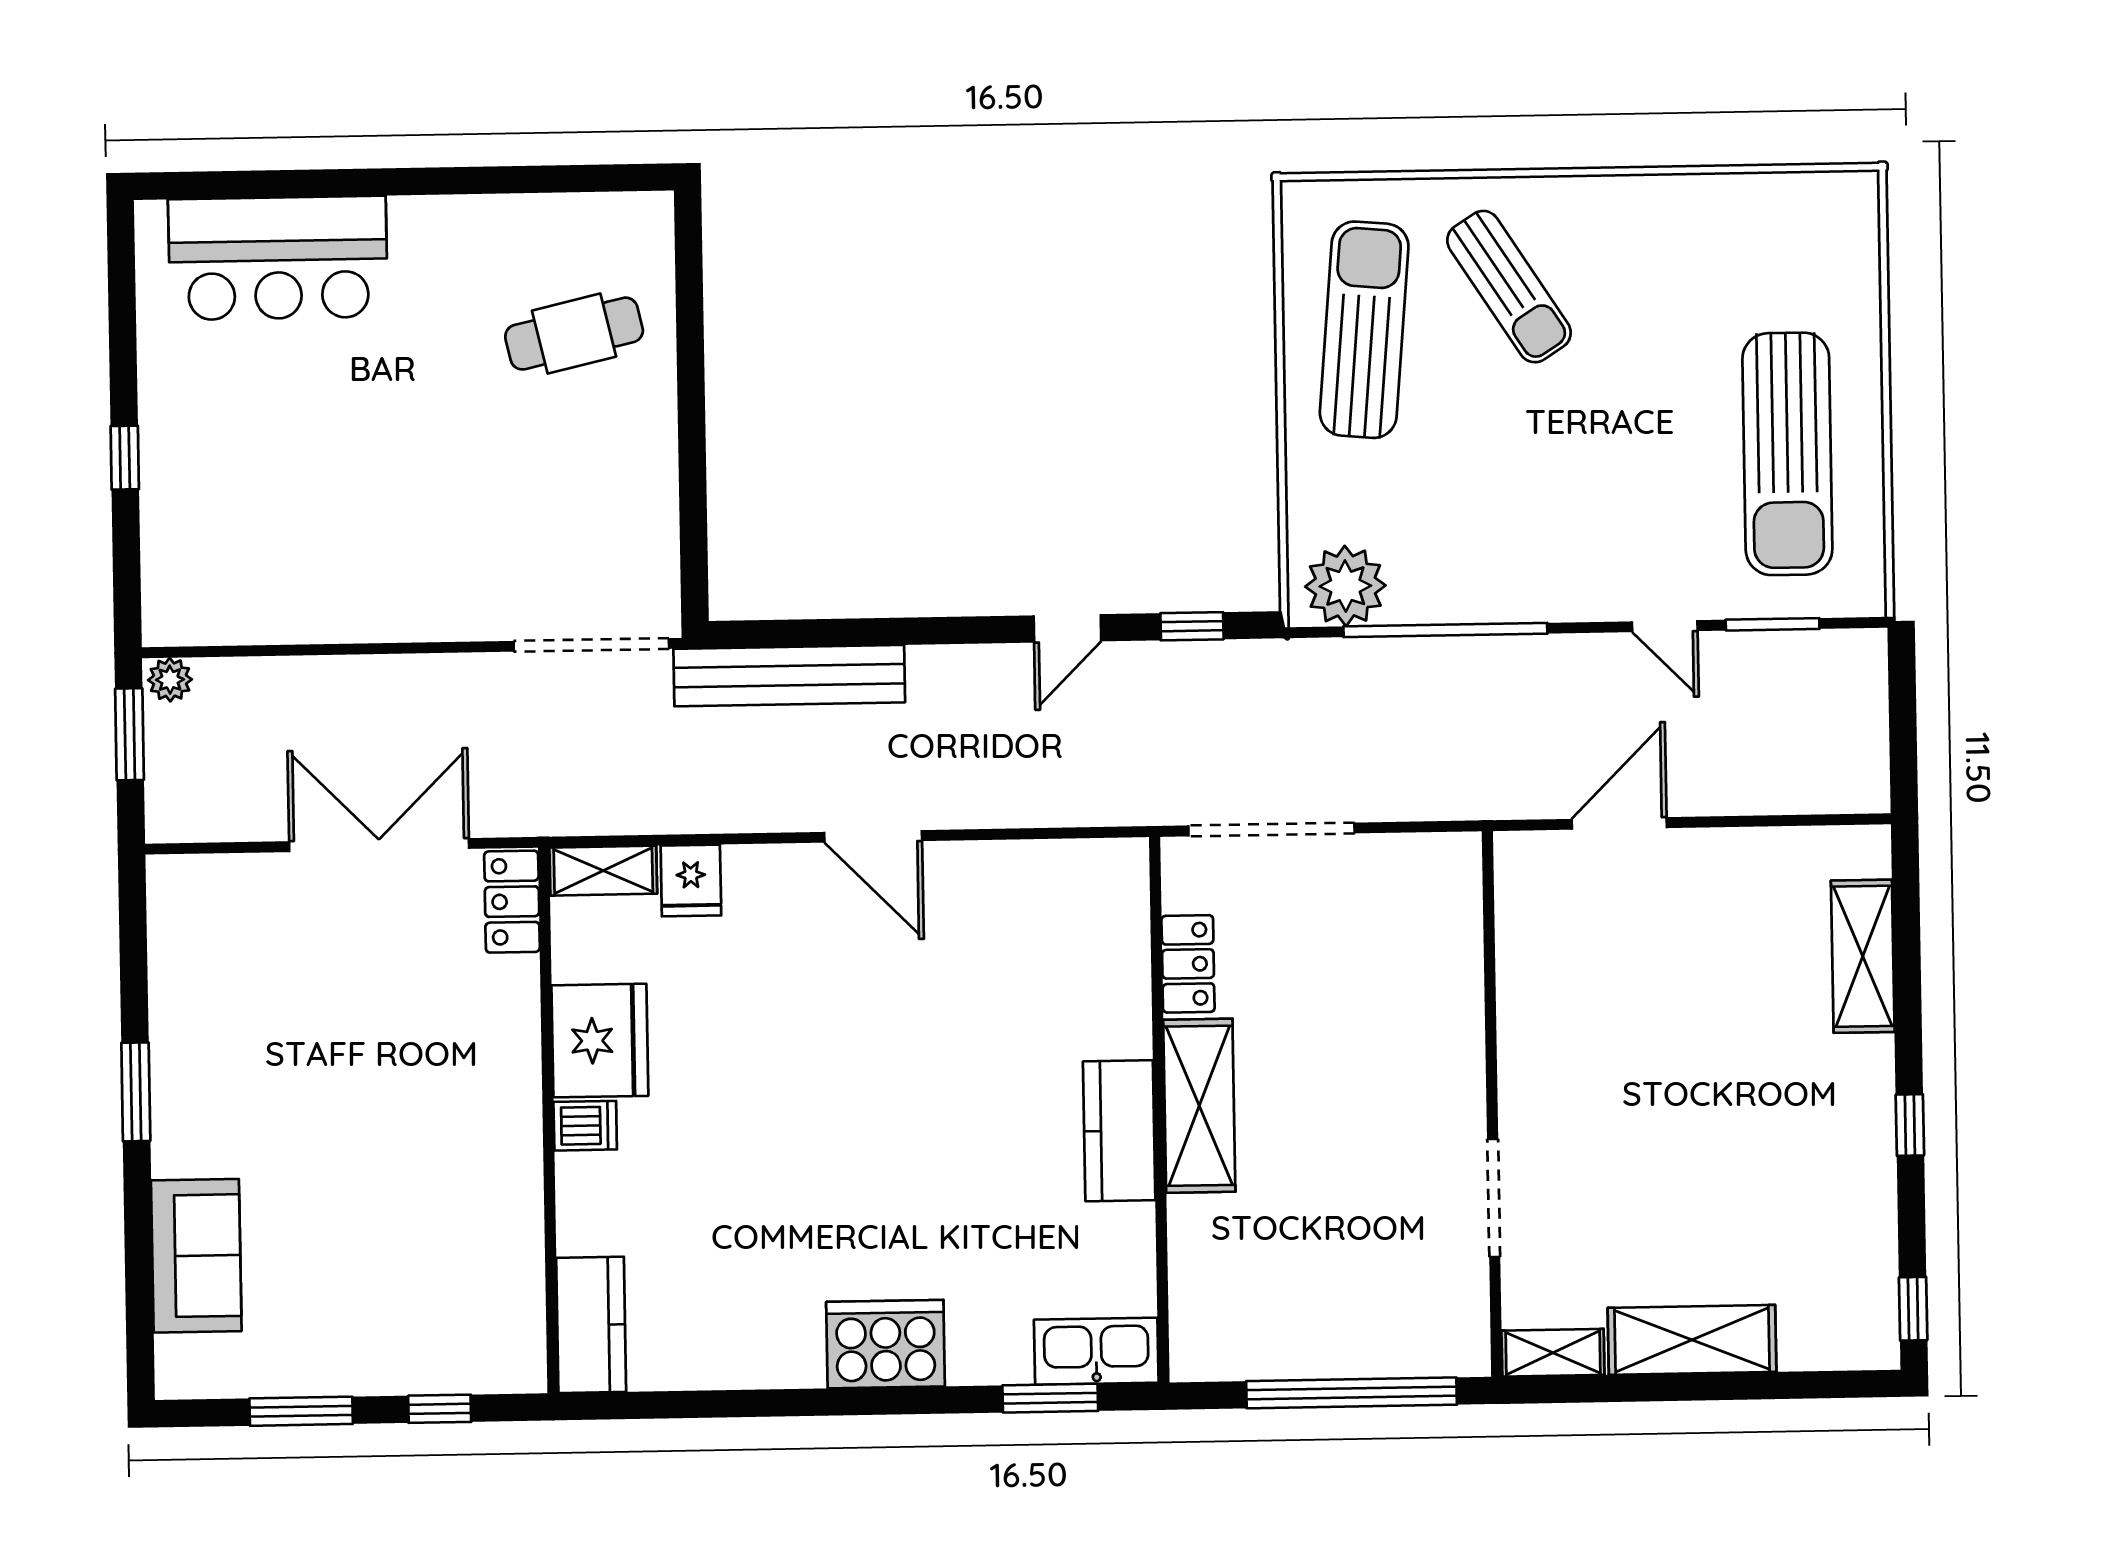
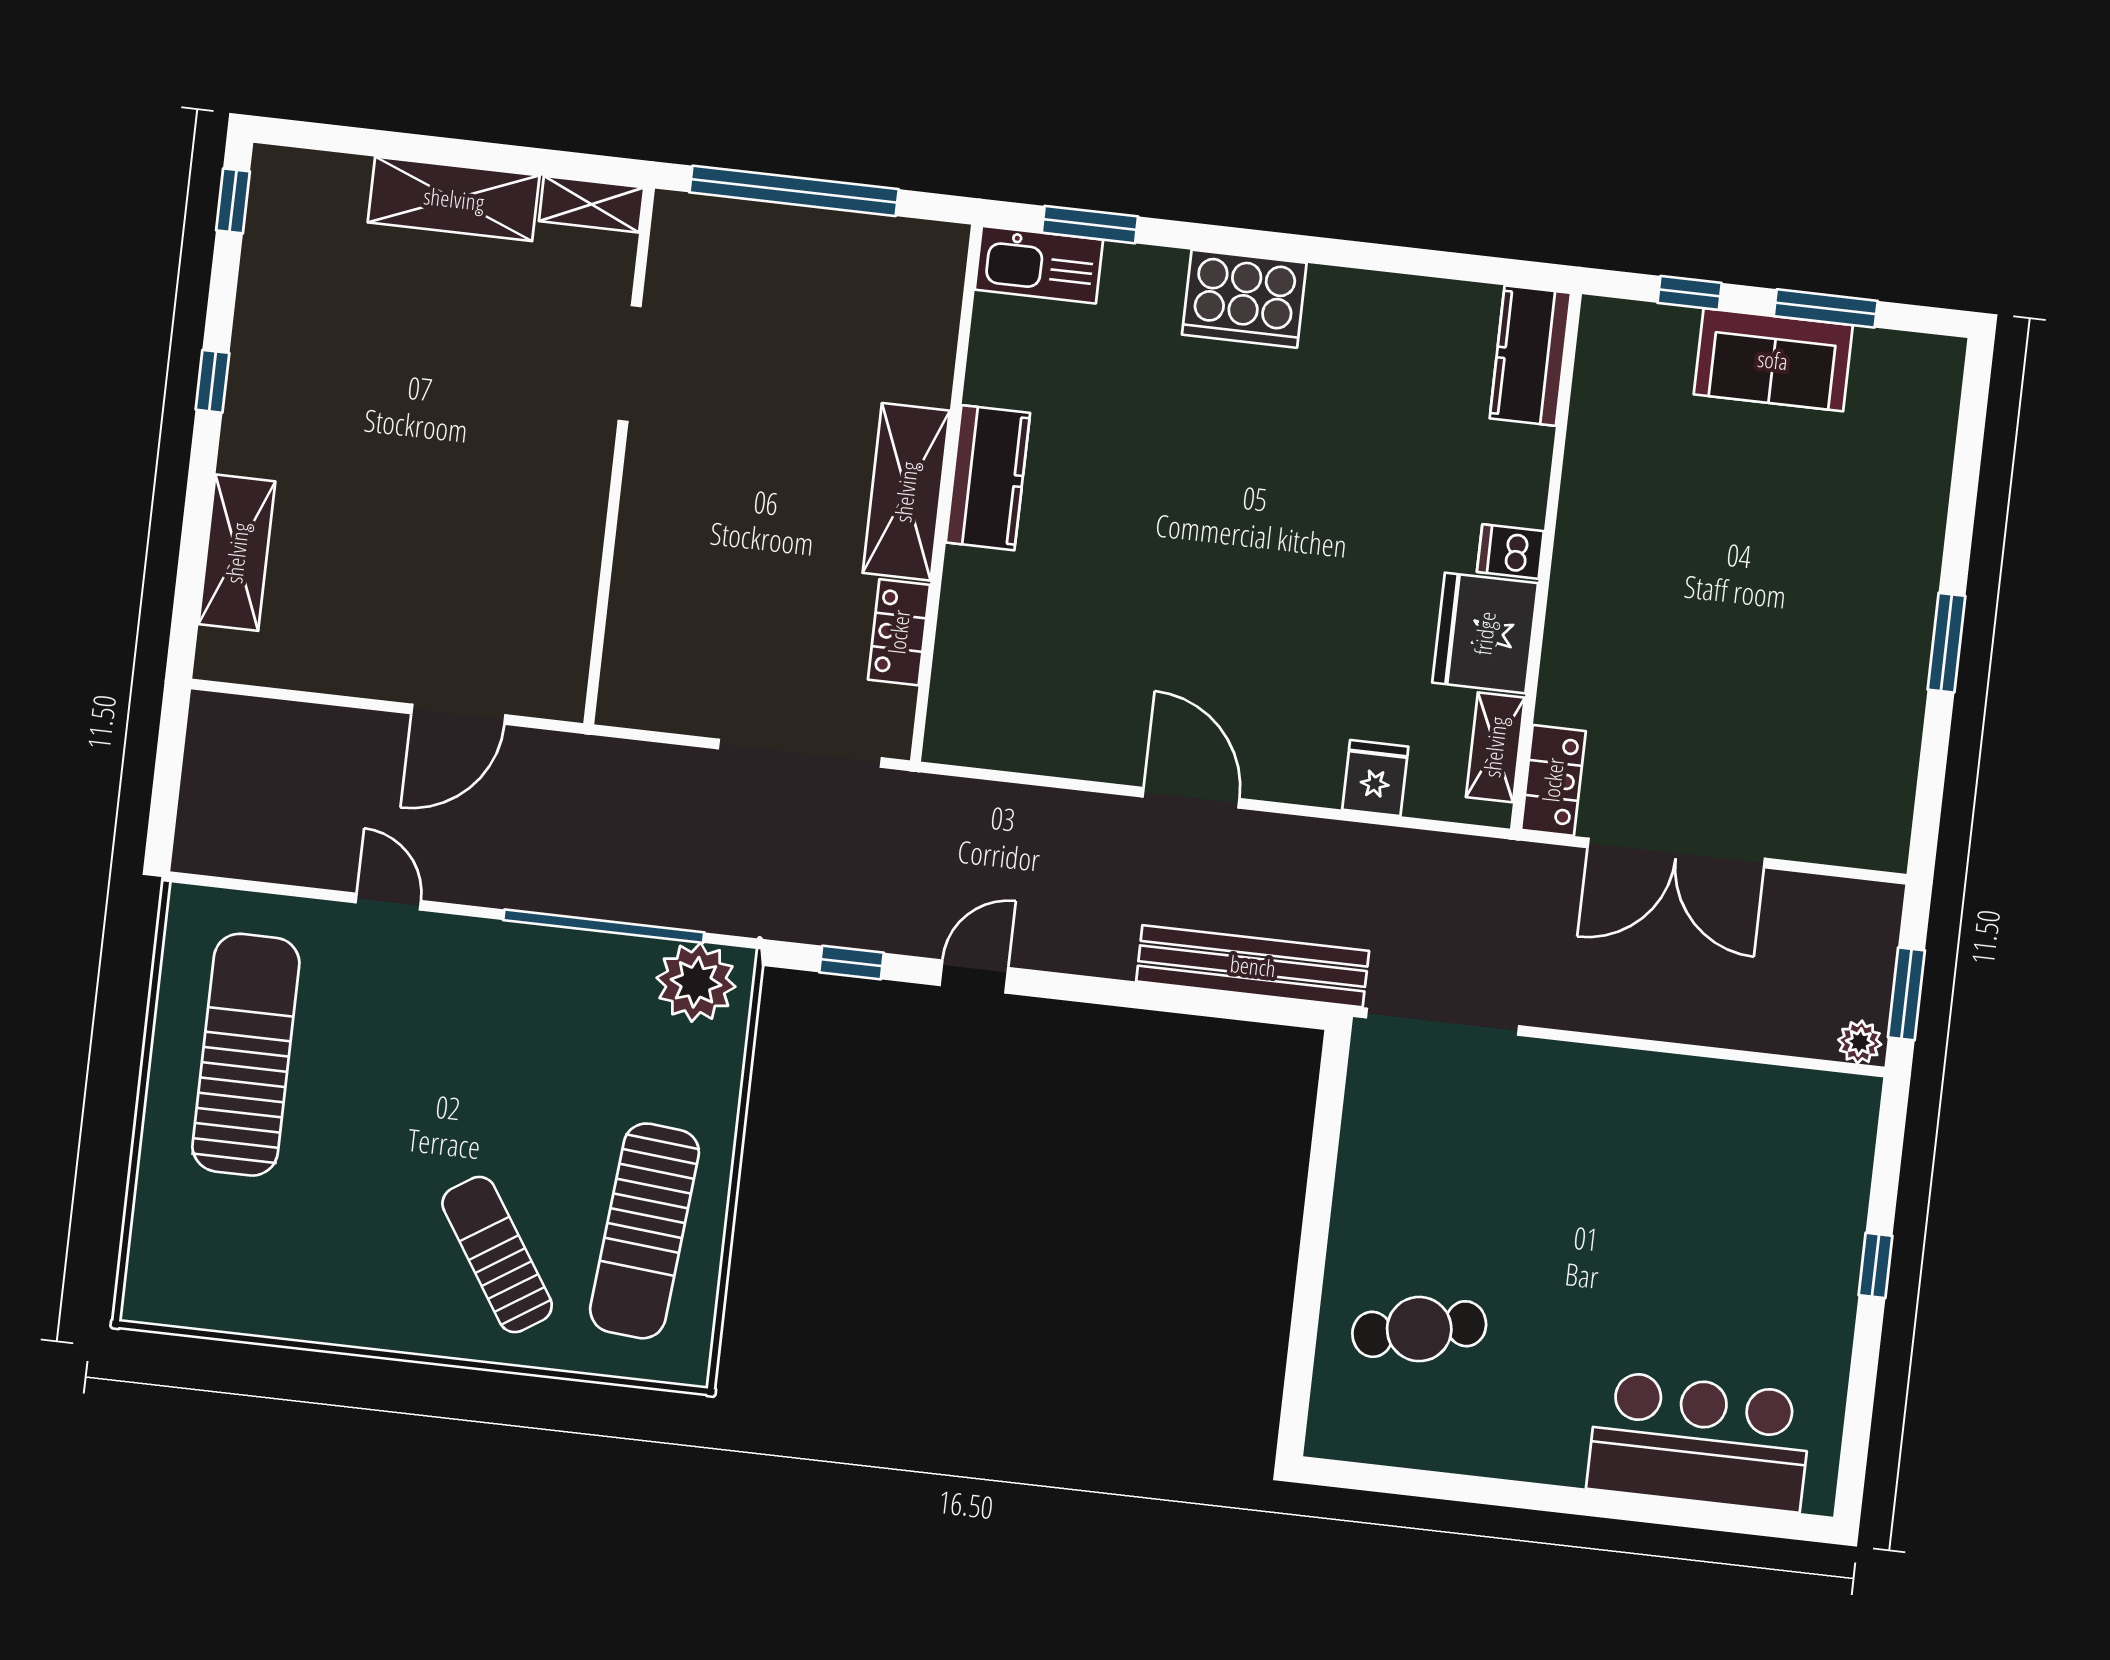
window: (1773, 624) -> (282, 890), removed
shelving: (603, 871) -> (1495, 747), moved, turned 90
sofa: (196, 1256) -> (1773, 360), moved, turned -90

